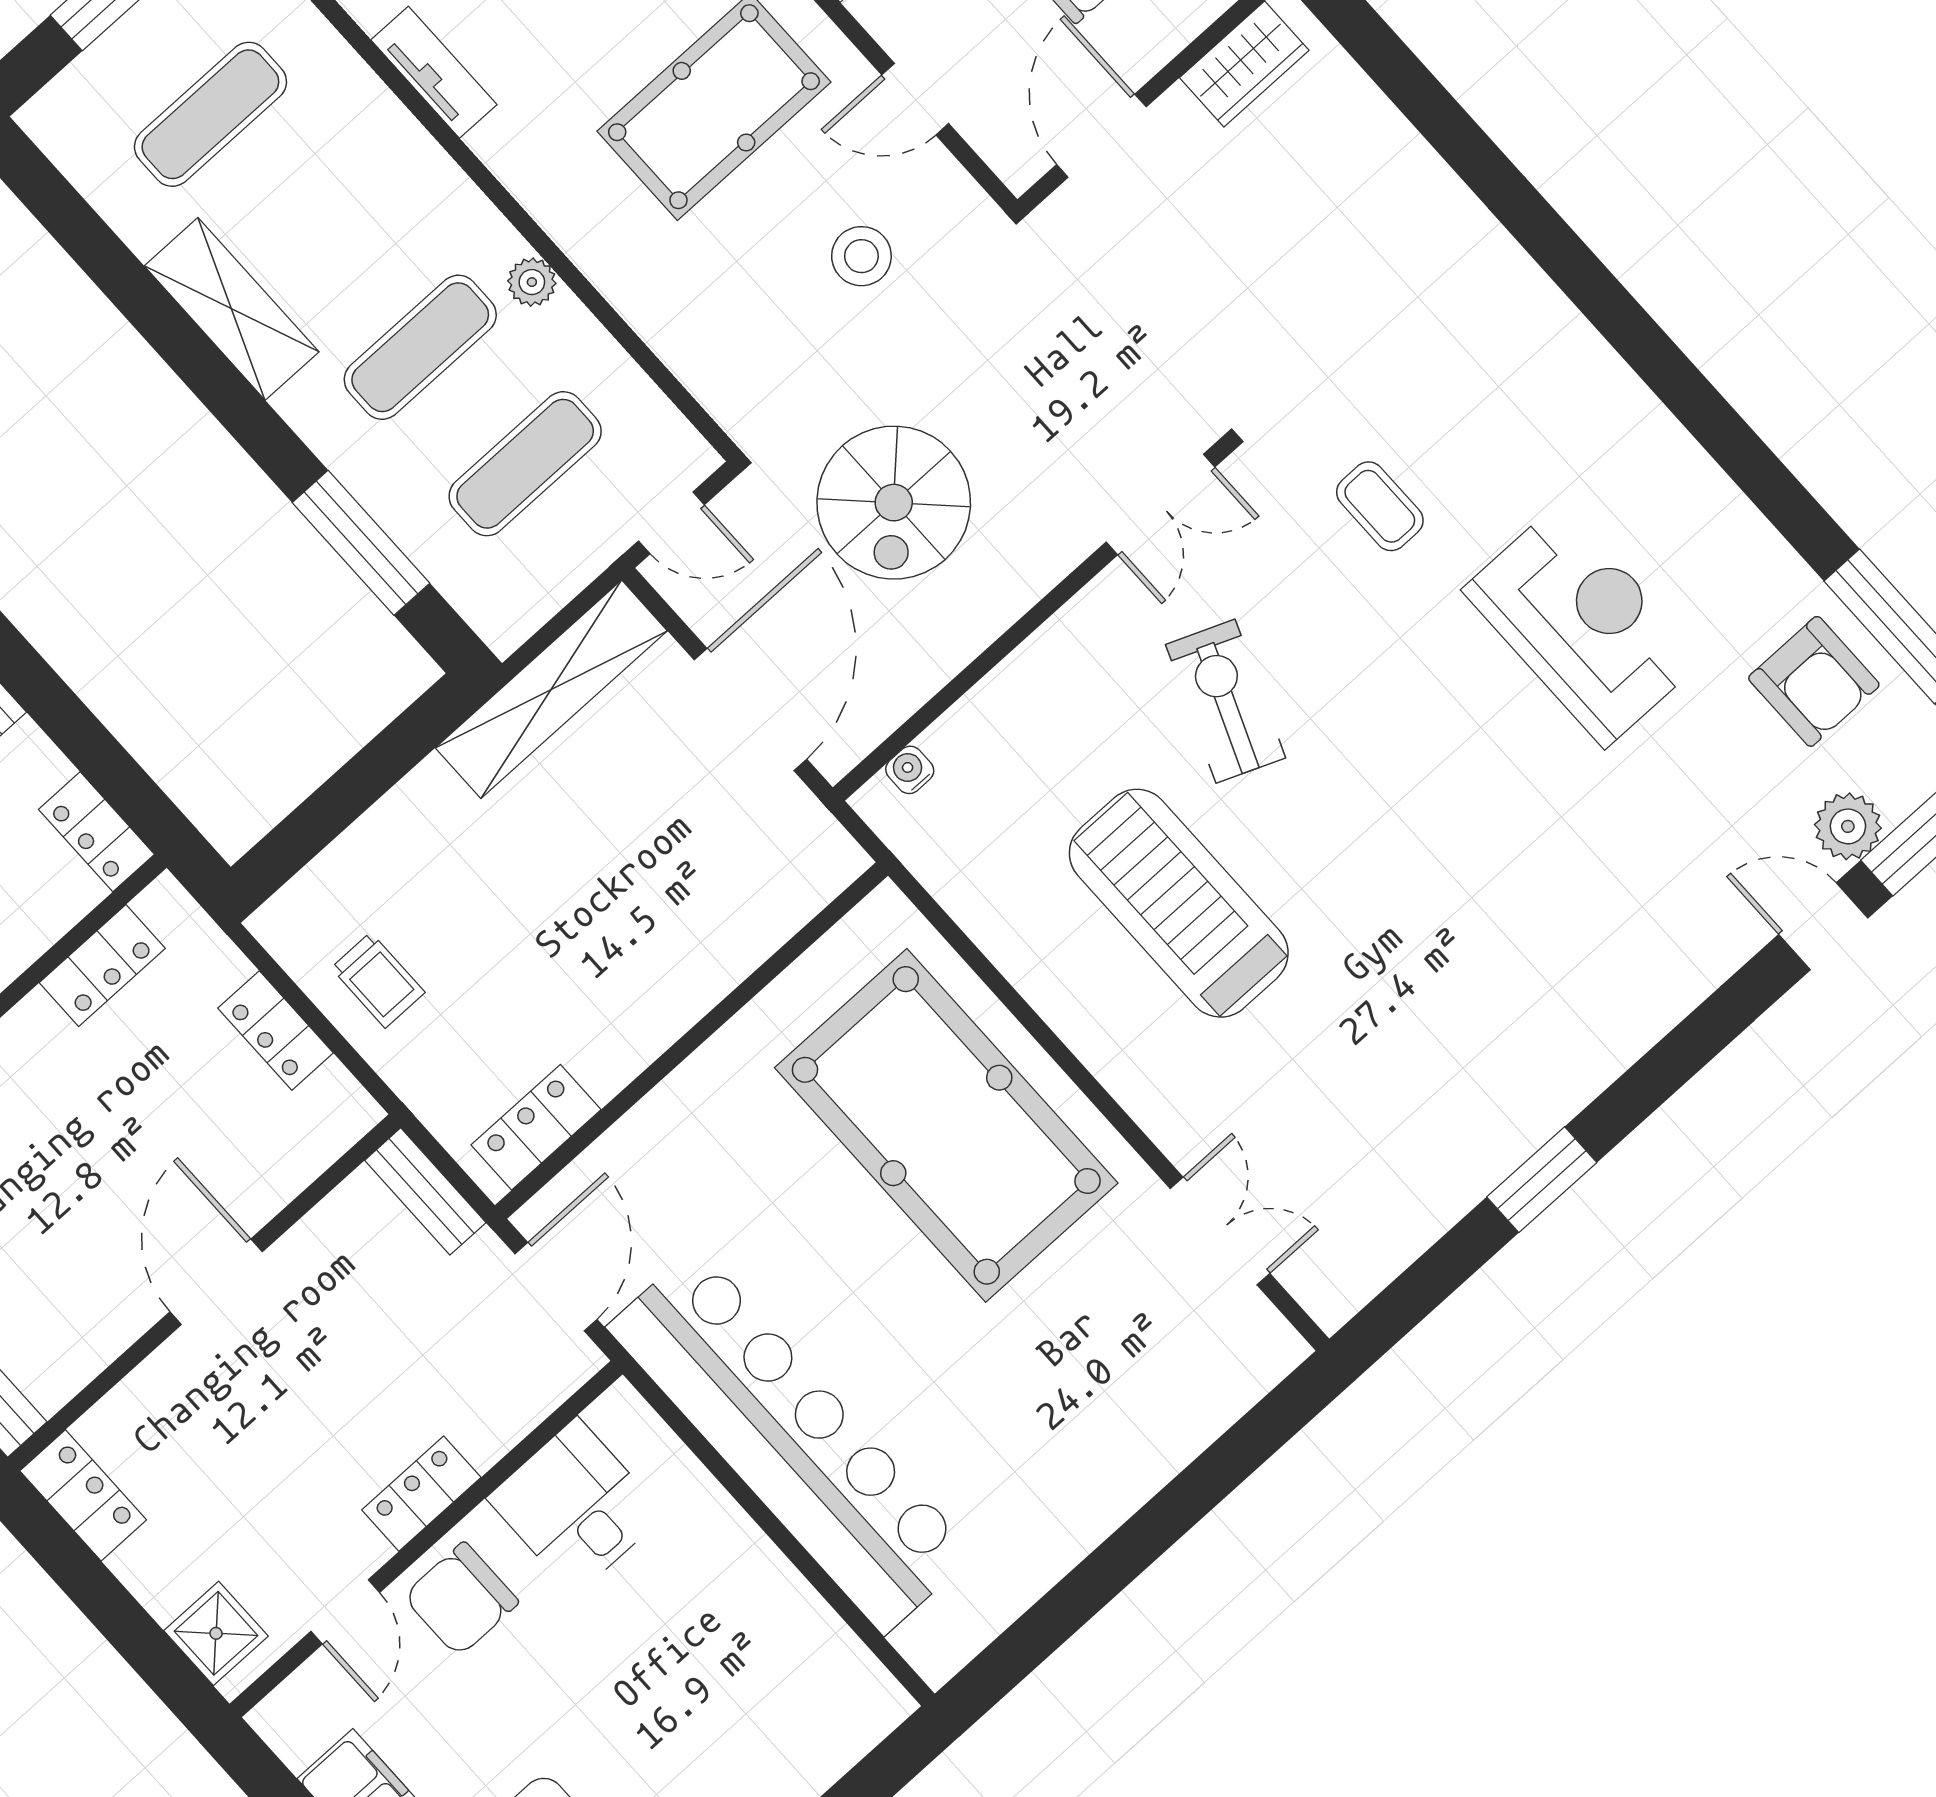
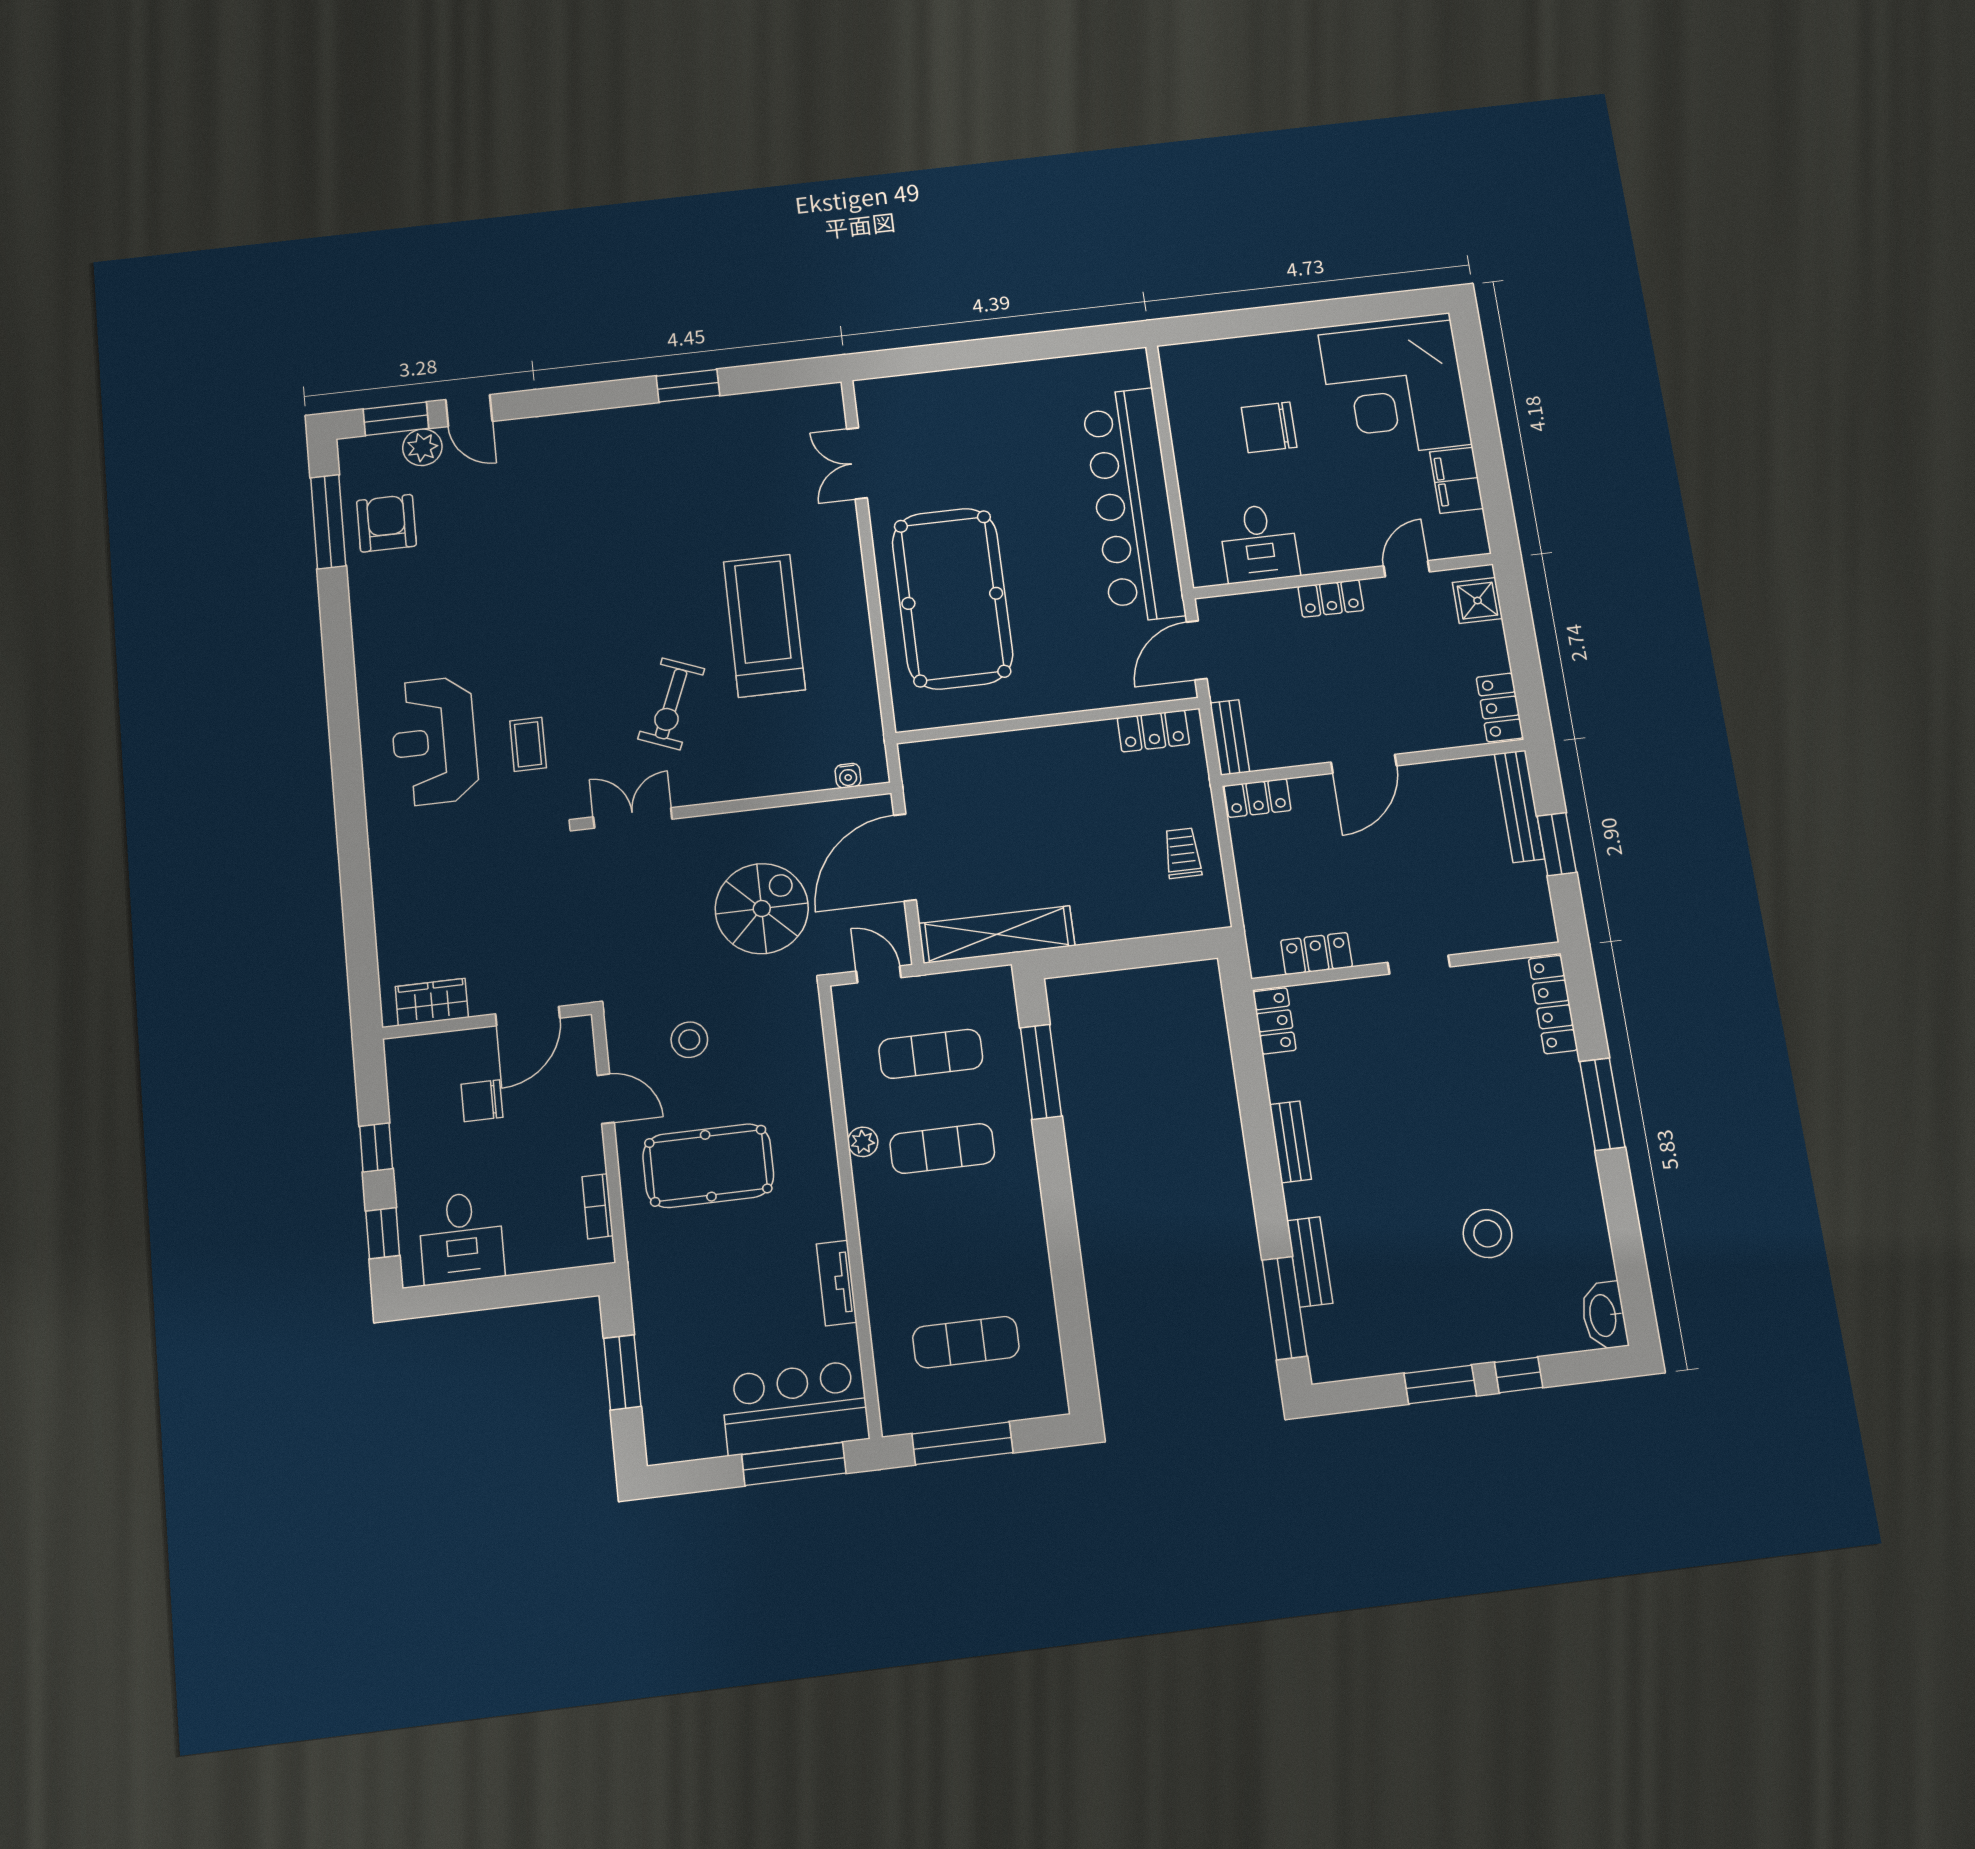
shelving: (232, 309) -> (1025, 1235), removed
reception desk: (1583, 625) -> (434, 741), moved
treadmill: (1179, 903) -> (764, 625), turned 180
locker: (276, 1031) -> (1257, 798), moved, turned 90
chair: (461, 1599) -> (1269, 427), moved, turned 180

